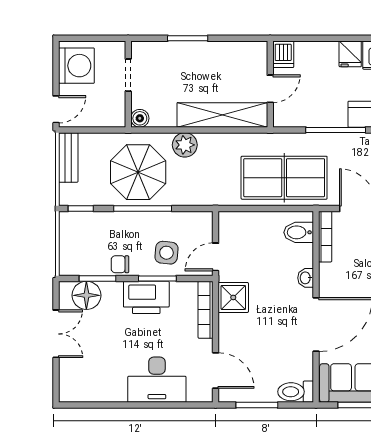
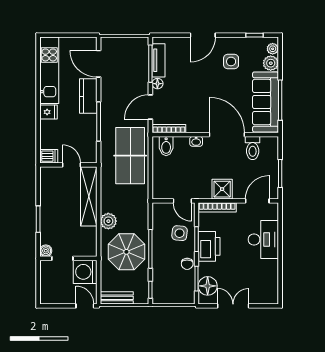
washing machine: (76, 66) -> (85, 272), moved, turned -90
boiler: (140, 118) -> (46, 251), moved
shower: (233, 297) -> (222, 189), moved
toilet: (296, 392) -> (253, 148), moved

